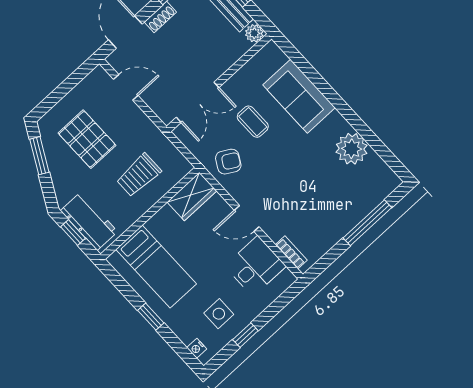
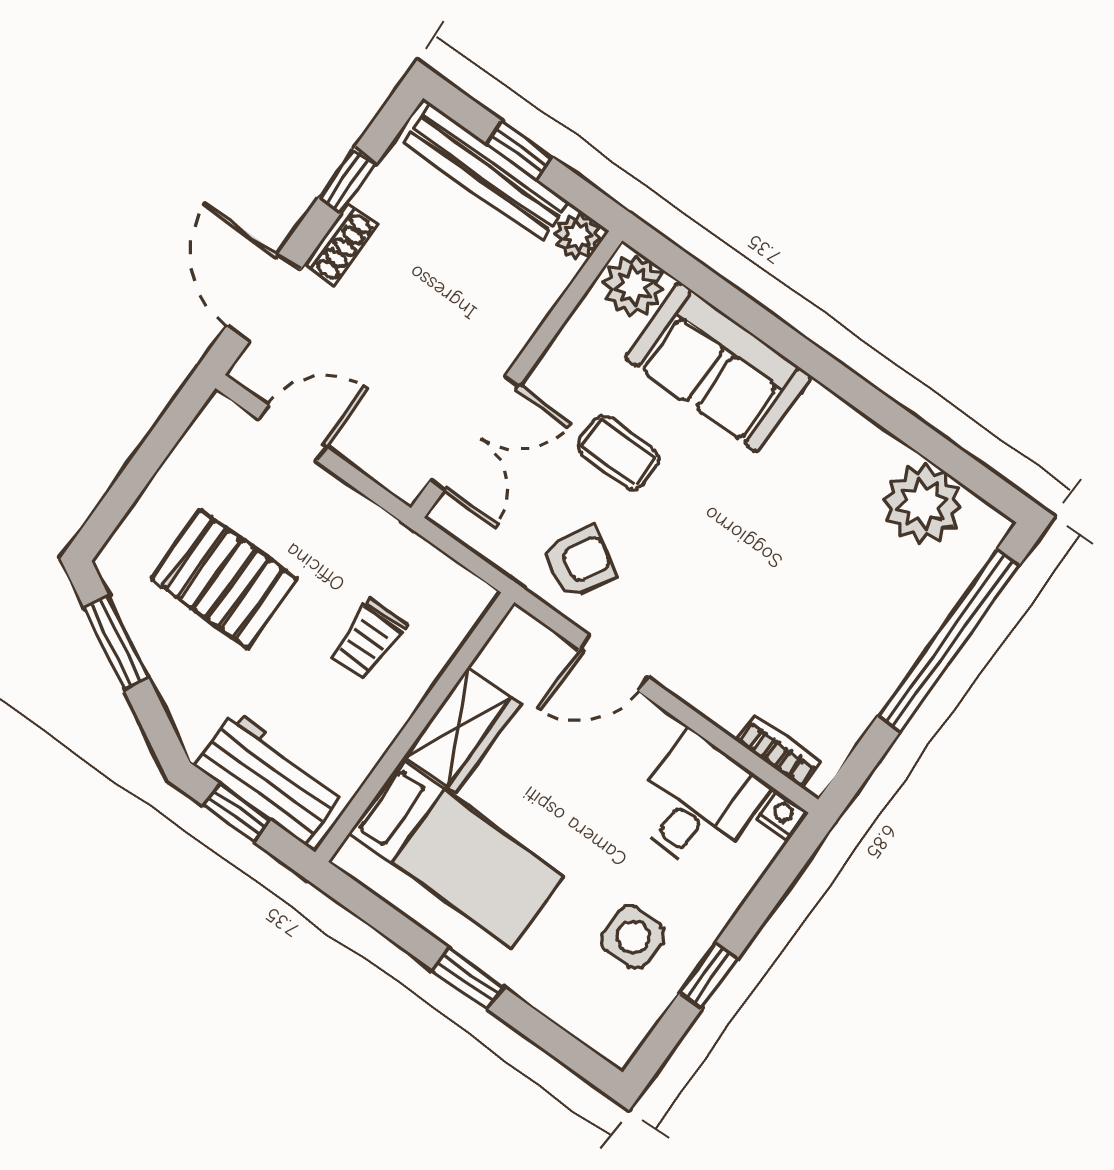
plant: (272, 57) -> (634, 286), added
plant: (352, 149) -> (922, 504), moved
trolley: (139, 175) -> (368, 640), width x0.73, depth x0.72
wardrobe: (192, 196) -> (462, 730), moved
door: (247, 218) -> (614, 663), moved
window: (367, 223) -> (948, 641), width x1.46
nightstand: (197, 348) -> (782, 815), moved, turned 180

